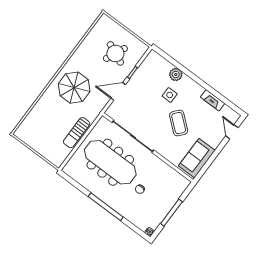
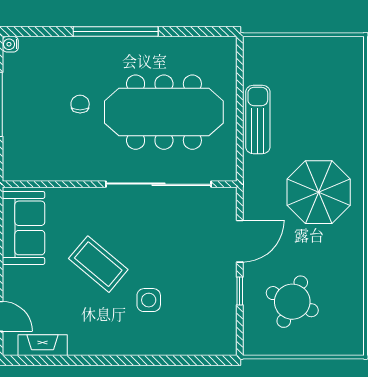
plant: (176, 74) -> (164, 342), removed
fireplace: (213, 100) -> (43, 345), moved

